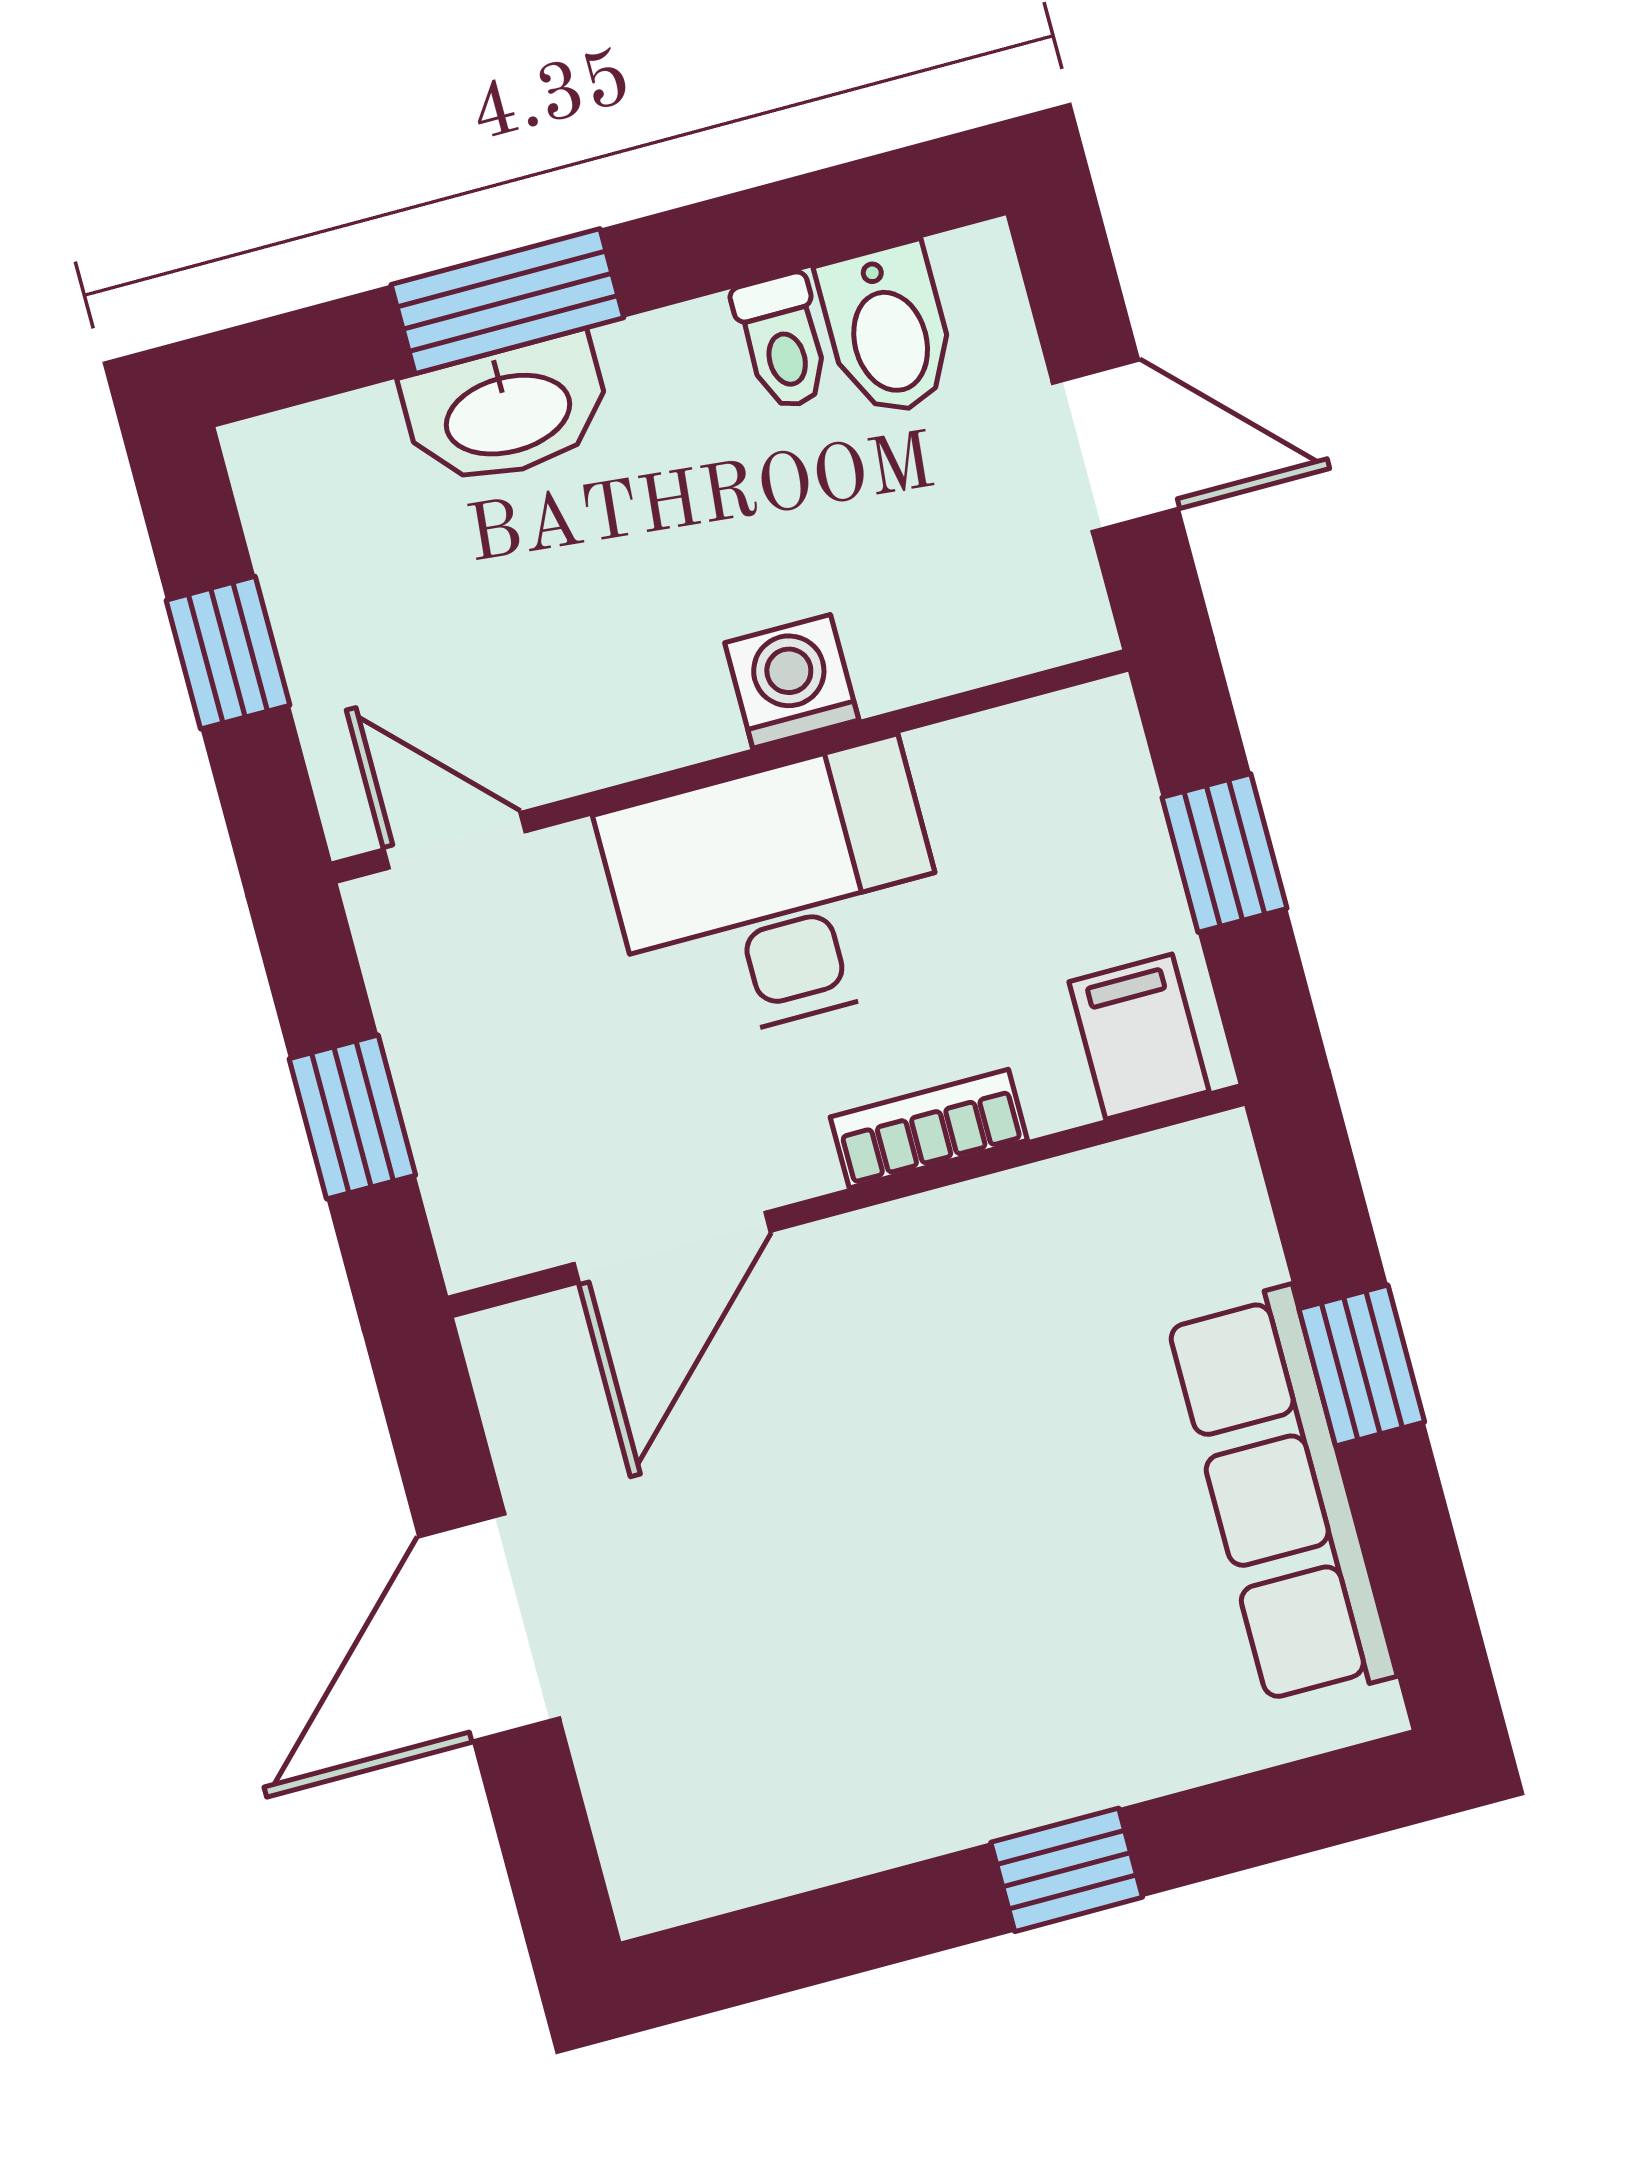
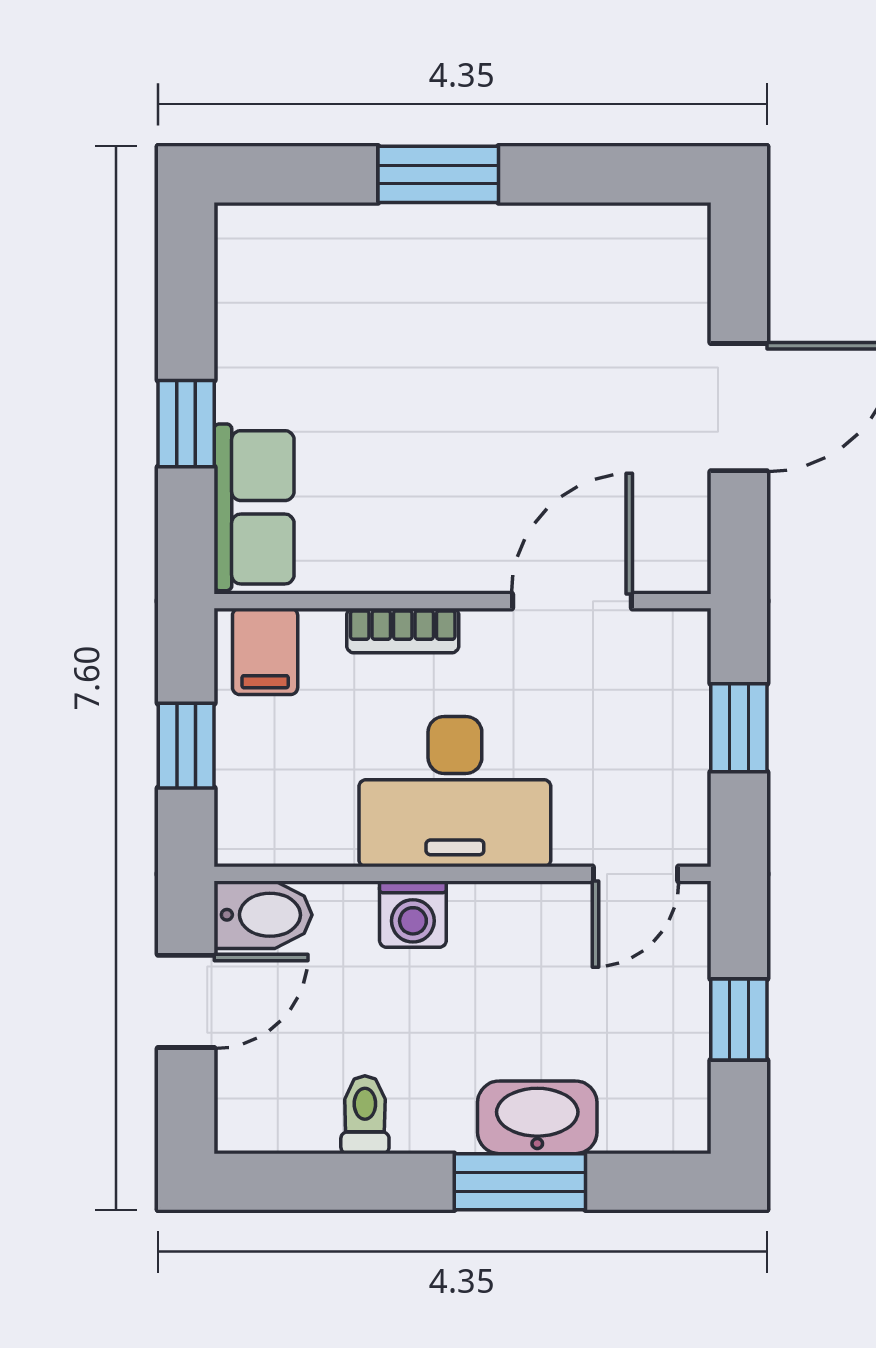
bidet: (888, 330) -> (263, 915), moved, turned 90
door: (1115, 446) -> (186, 1001), swing flipped
door: (455, 840) -> (635, 874), hinge flipped
row of seats: (1281, 1497) -> (254, 507), moved, width x0.68
window: (1067, 1870) -> (438, 174), width x1.50

